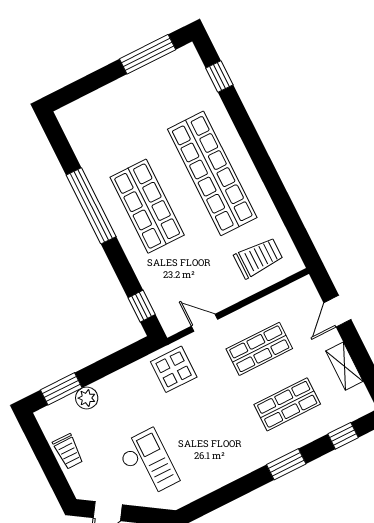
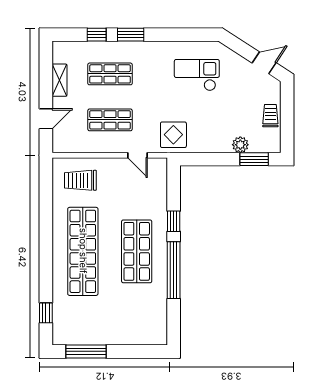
window: (142, 306) -> (174, 221), moved
window: (343, 436) -> (97, 35), moved
checkout: (148, 463) -> (197, 75), moved, turned 90

